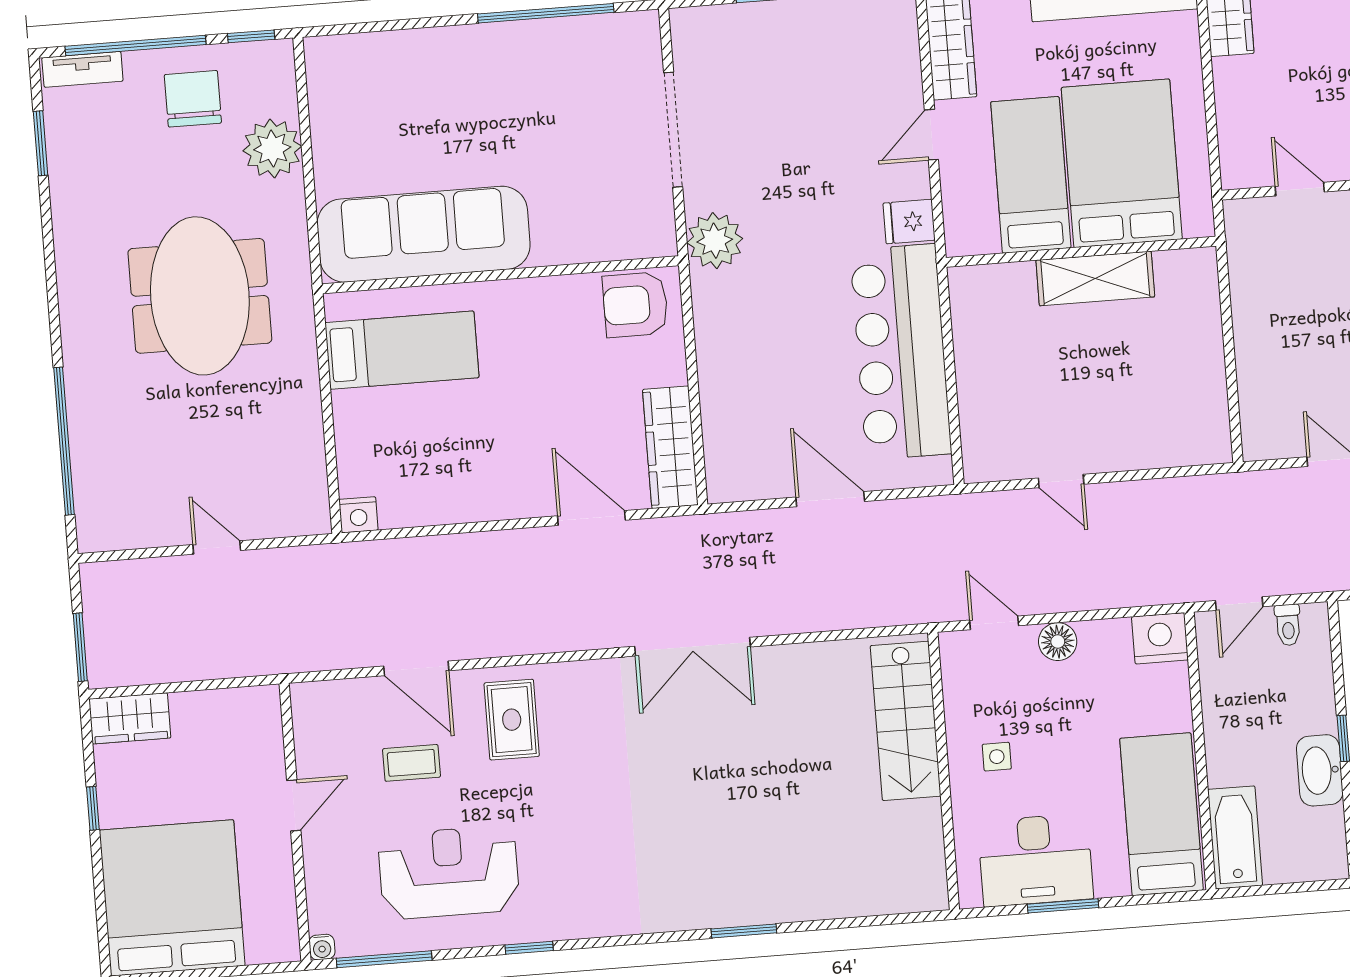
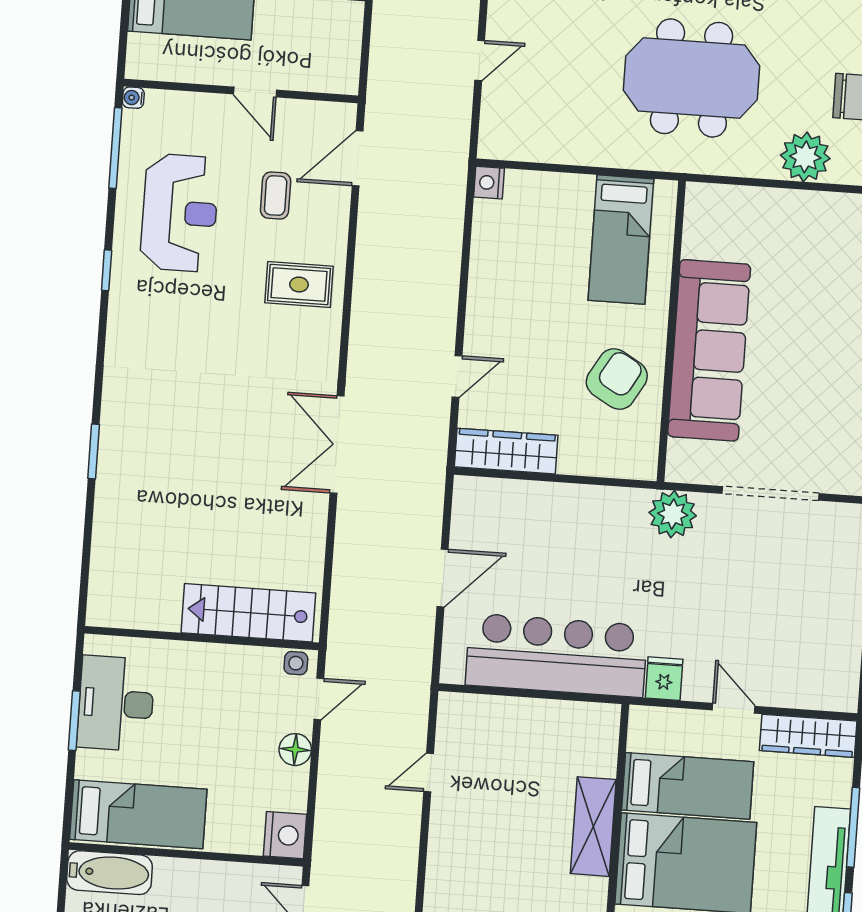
sofa: (424, 234) -> (709, 350), moved
armchair: (635, 305) -> (617, 379), moved, turned 30
door: (591, 518) -> (457, 376), width x0.73
door: (416, 668) -> (358, 158), moved
side table: (997, 757) -> (296, 663), moved

